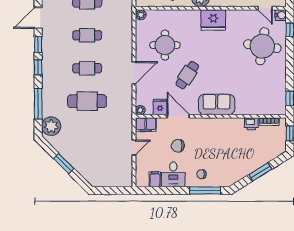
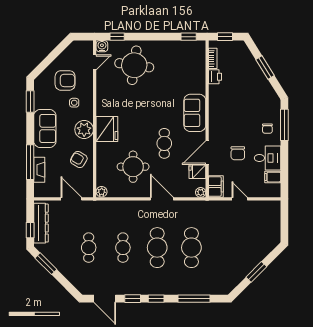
fridge: (213, 20) -> (107, 129), moved
cafe table: (87, 68) -> (157, 248), width x1.37, depth x1.35
cafe table: (187, 75) -> (164, 143), turned 56
plant: (51, 126) -> (217, 285), removed

